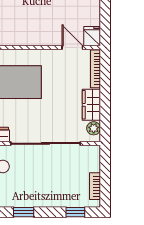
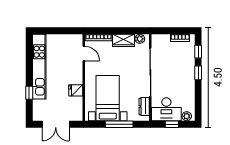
fridge: (92, 36) -> (76, 90), moved
door: (72, 48) -> (84, 54), swing flipped
window: (24, 212) -> (198, 73), moved

